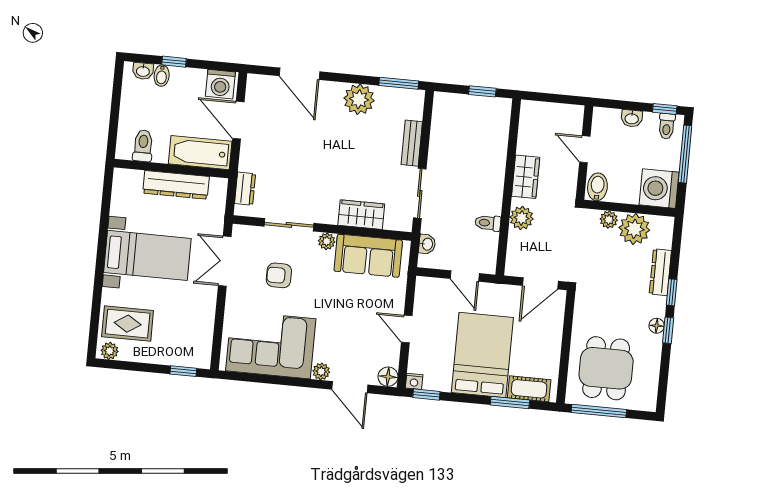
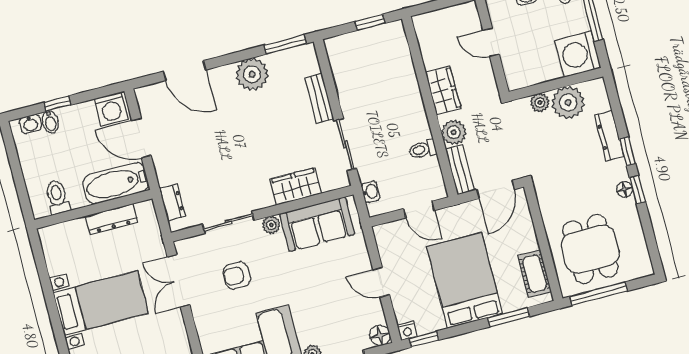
dresser: (176, 185) -> (112, 219), width x0.73, depth x0.80
bidet: (597, 187) -> (517, 75), removed
bench: (515, 254) -> (460, 170), added
cot: (529, 389) -> (535, 274), moved, turned 90

